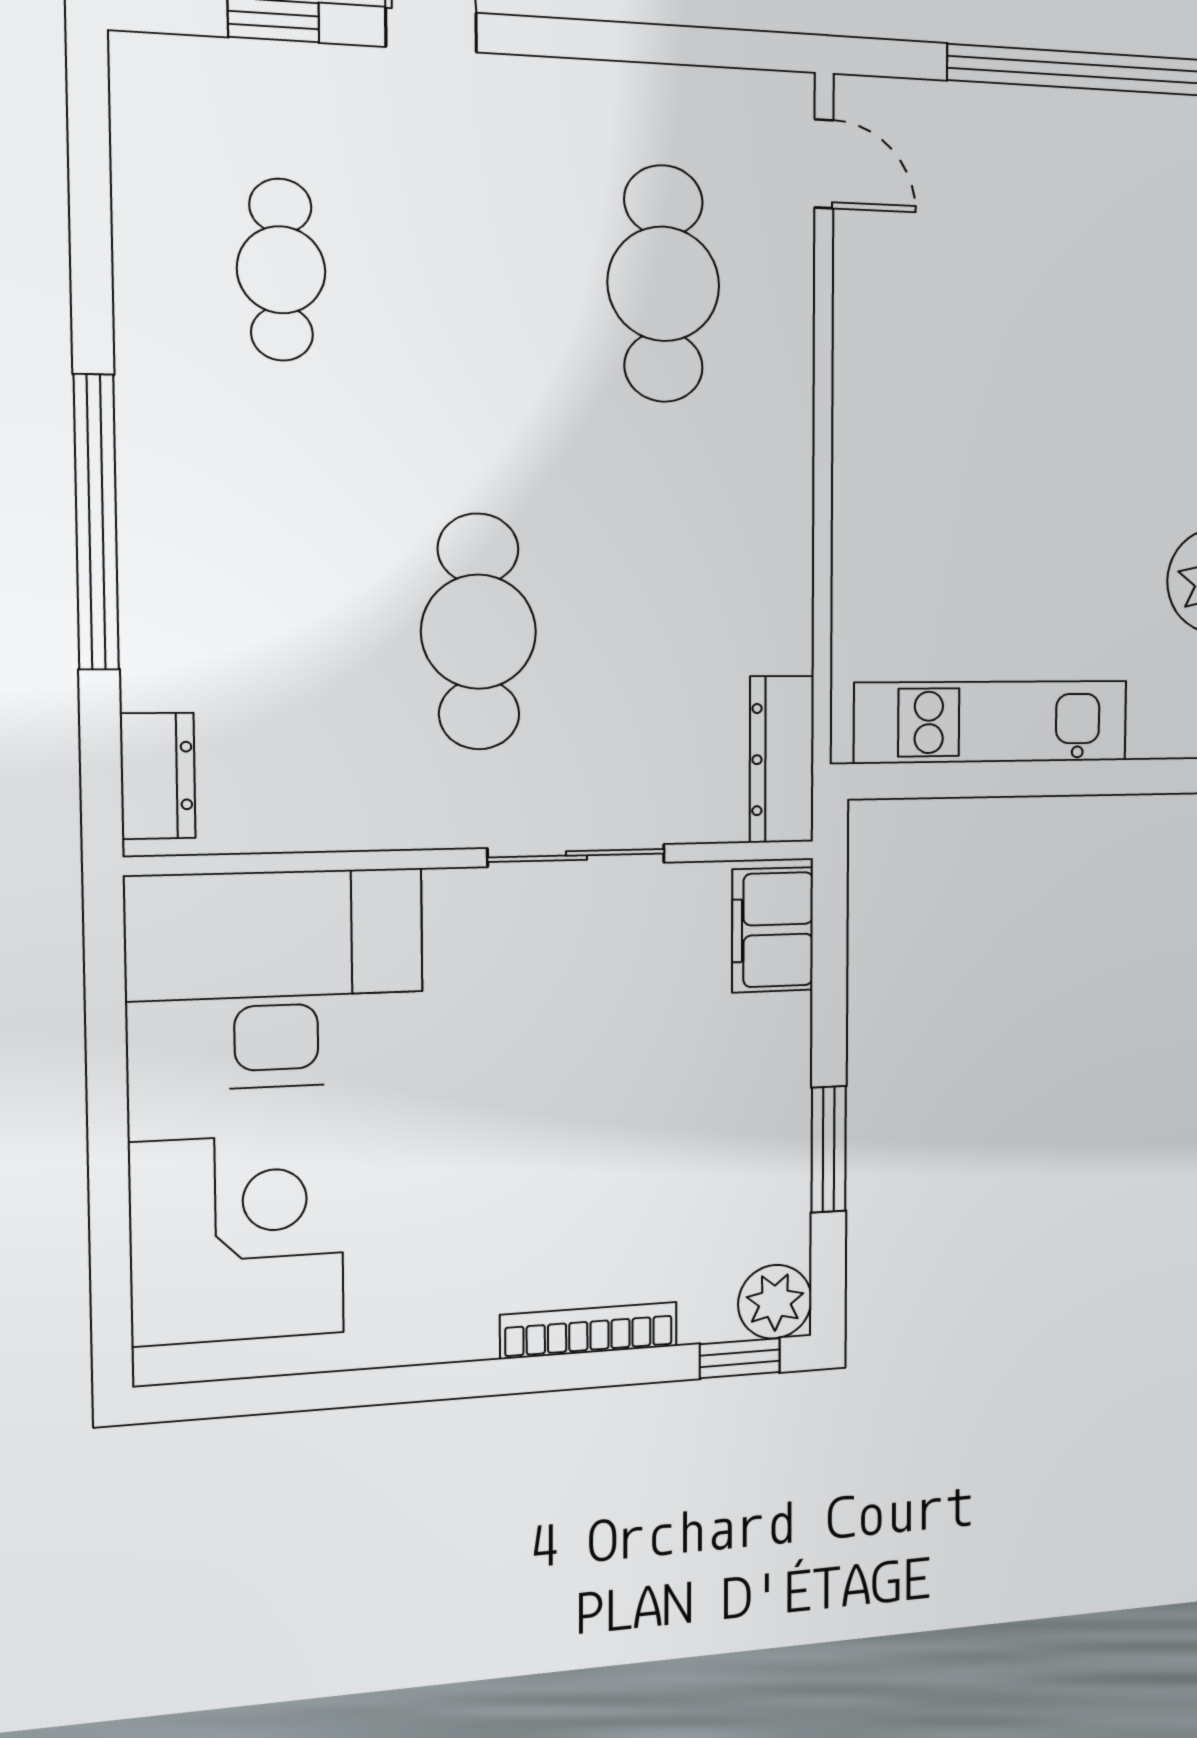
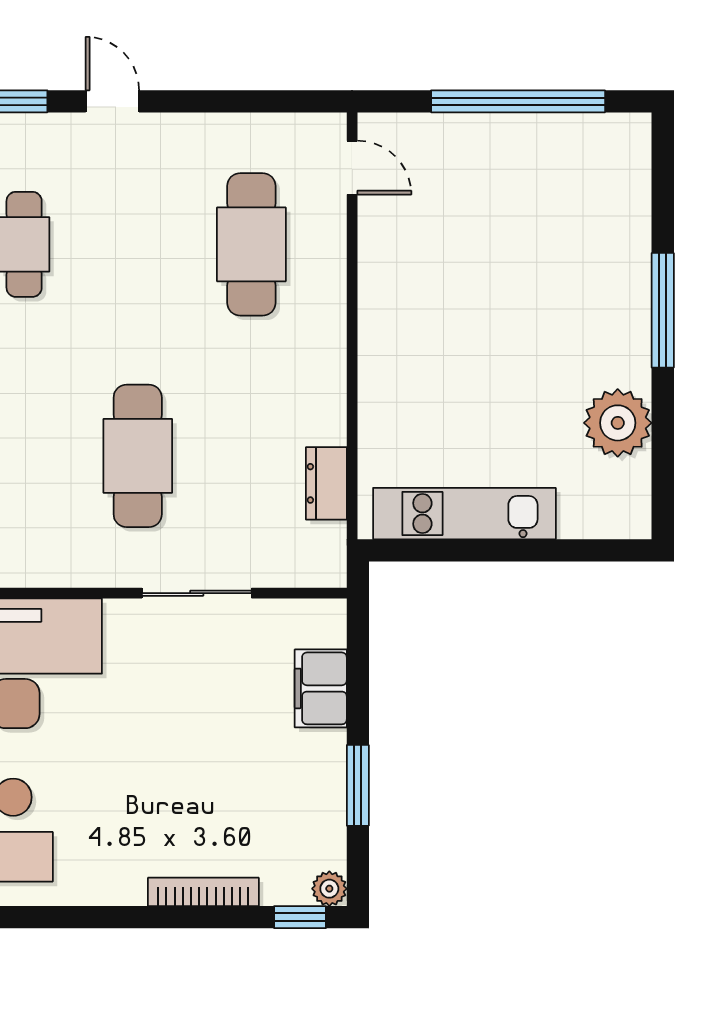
dresser: (782, 759) -> (326, 483), moved, width x0.70
filing cabinet: (773, 930) -> (321, 688), moved
plant: (775, 1302) -> (329, 889), width x0.73, depth x0.73

